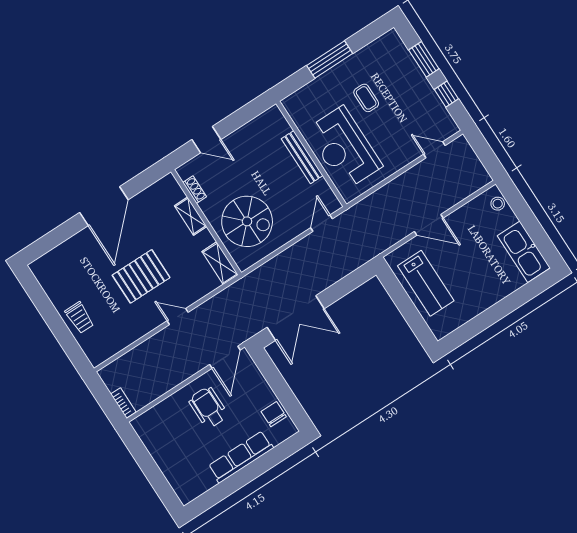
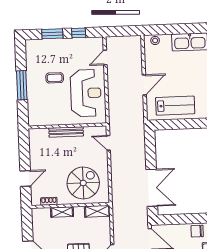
reception desk: (344, 148) -> (86, 93), moved, turned -90

